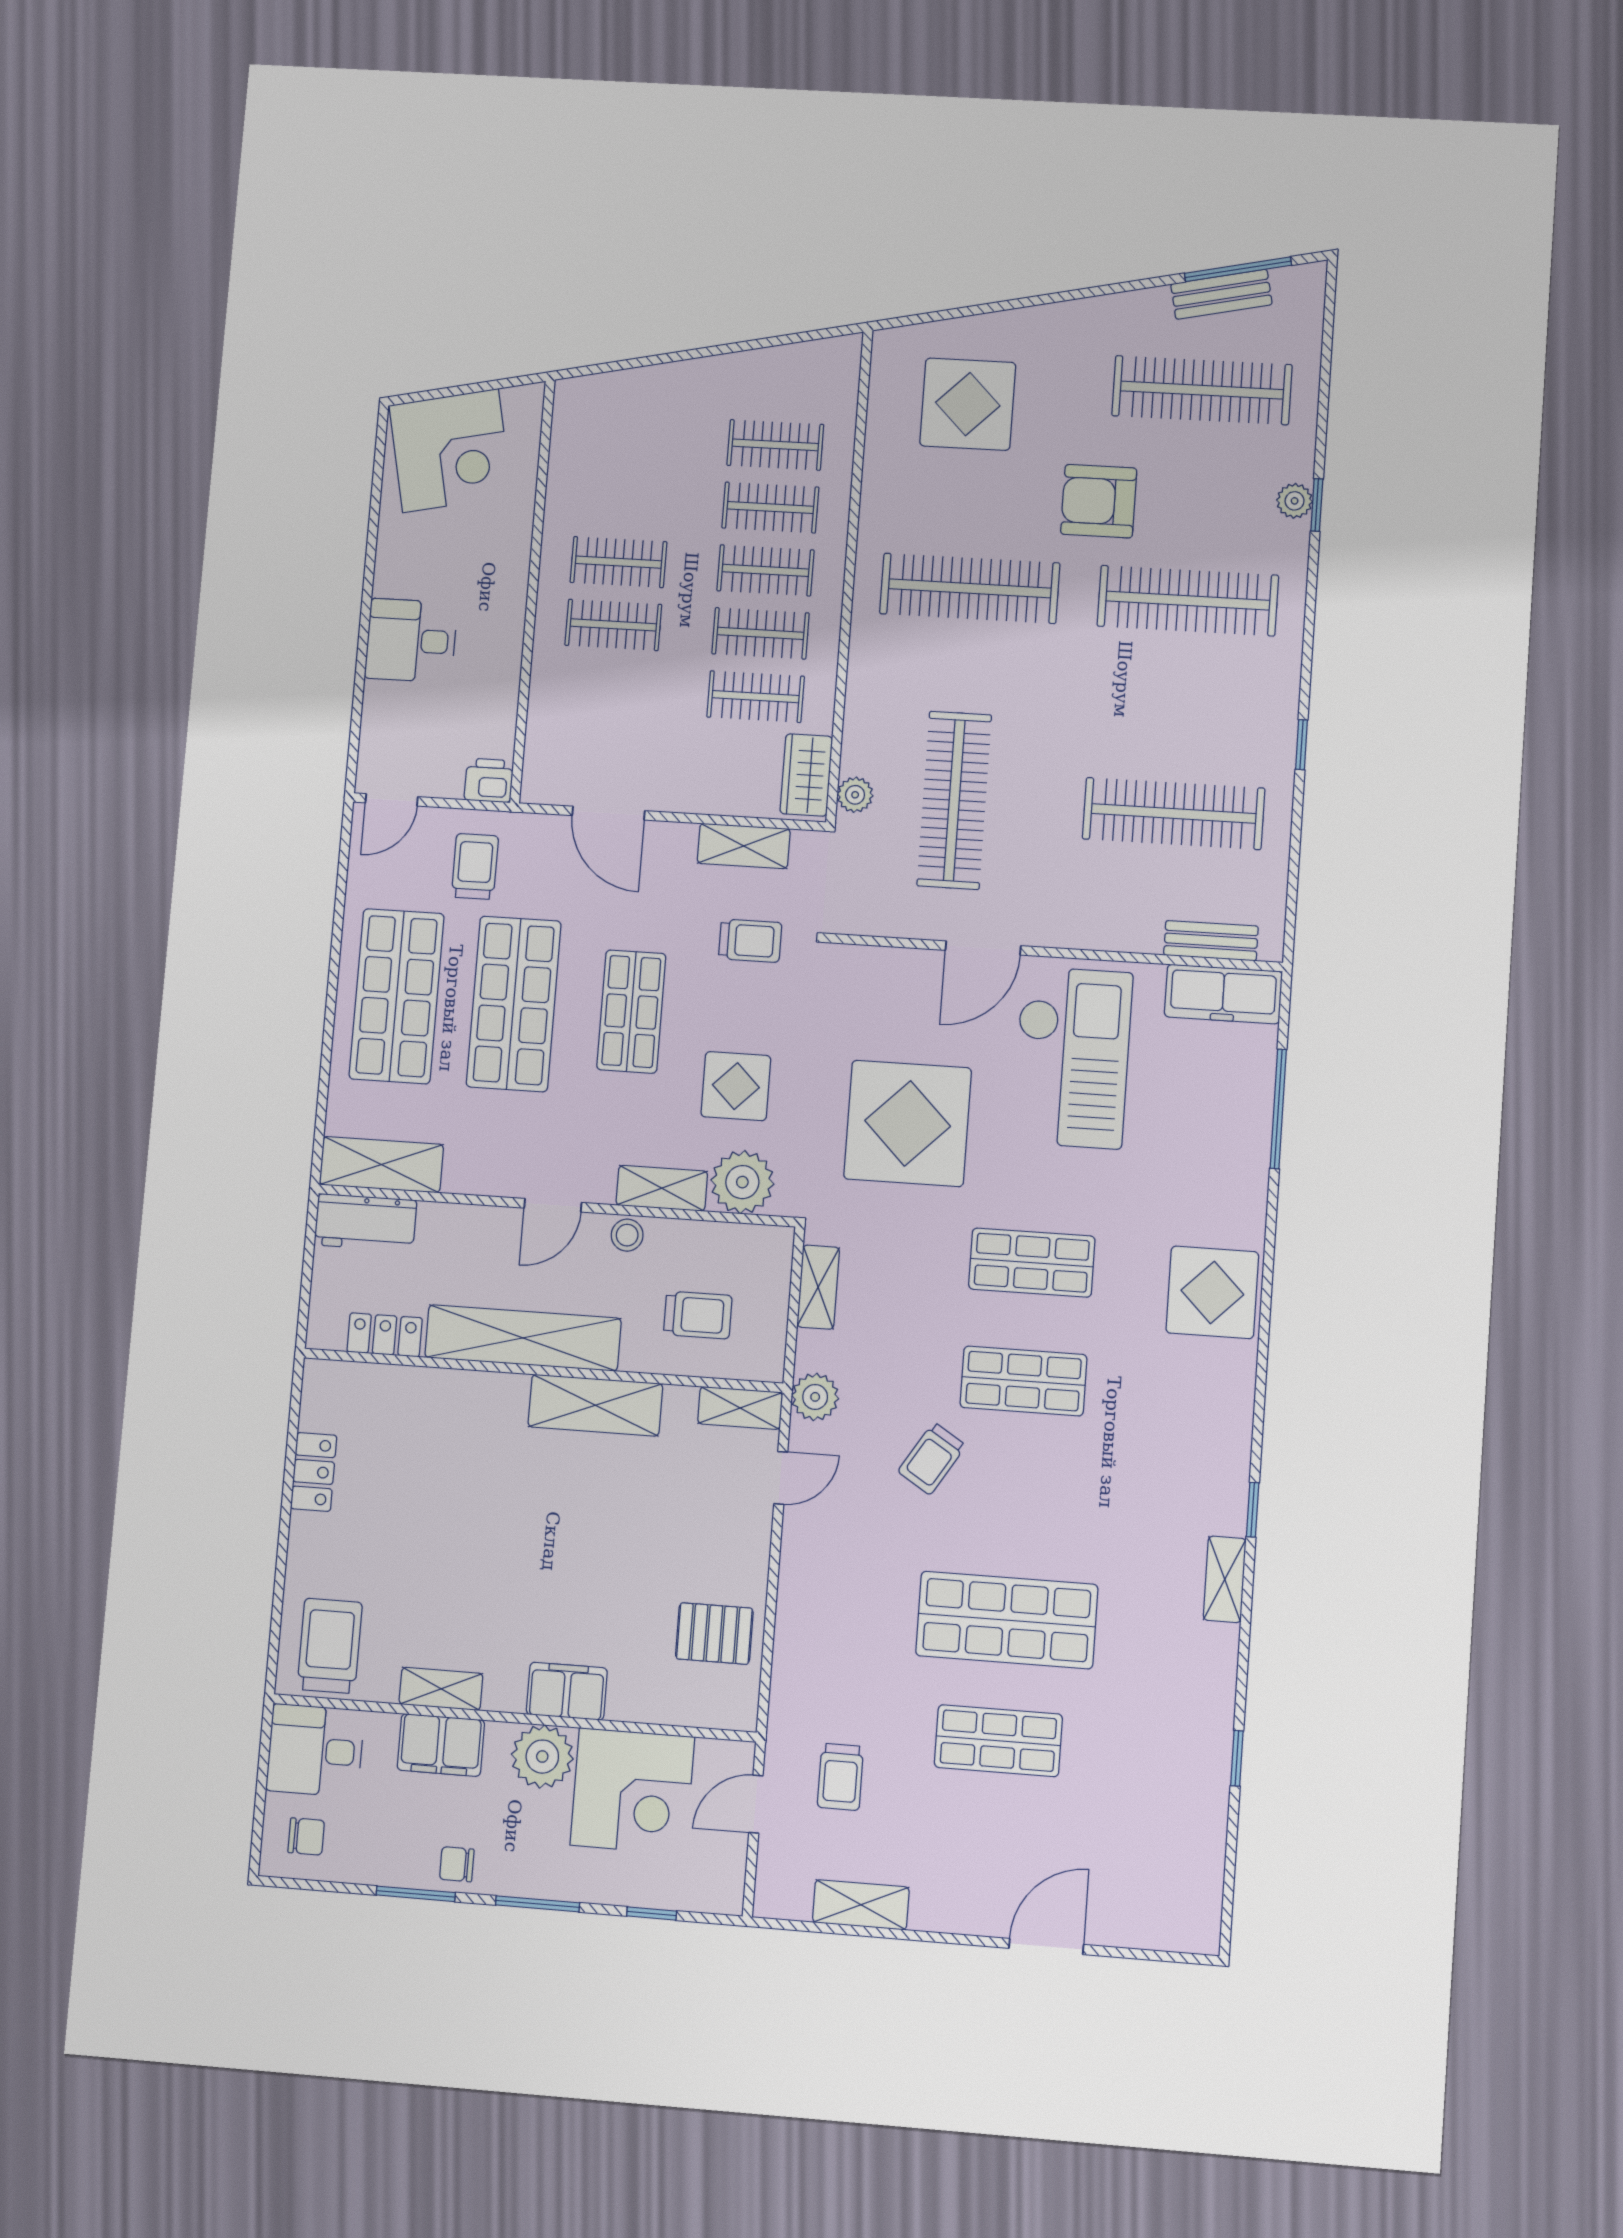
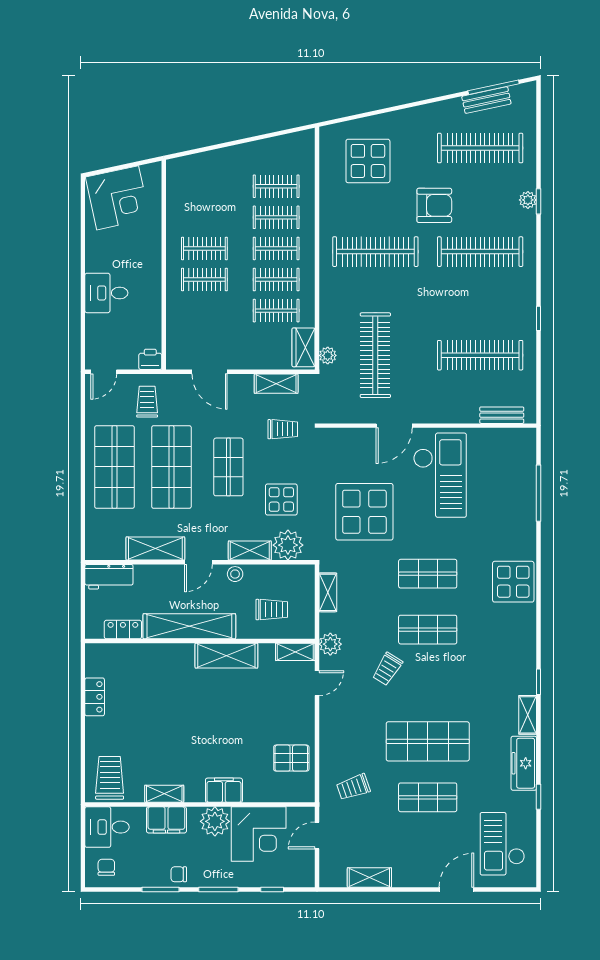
armchair: (1099, 501) -> (434, 205), turned 180
freezer: (1223, 994) -> (524, 763), moved, turned 90
shelving: (381, 1165) -> (155, 548), moved
trolley: (840, 1777) -> (353, 787), moved, turned 71
chair: (306, 1836) -> (106, 867), turned -90
checkout: (1152, 1854) -> (502, 844), added

